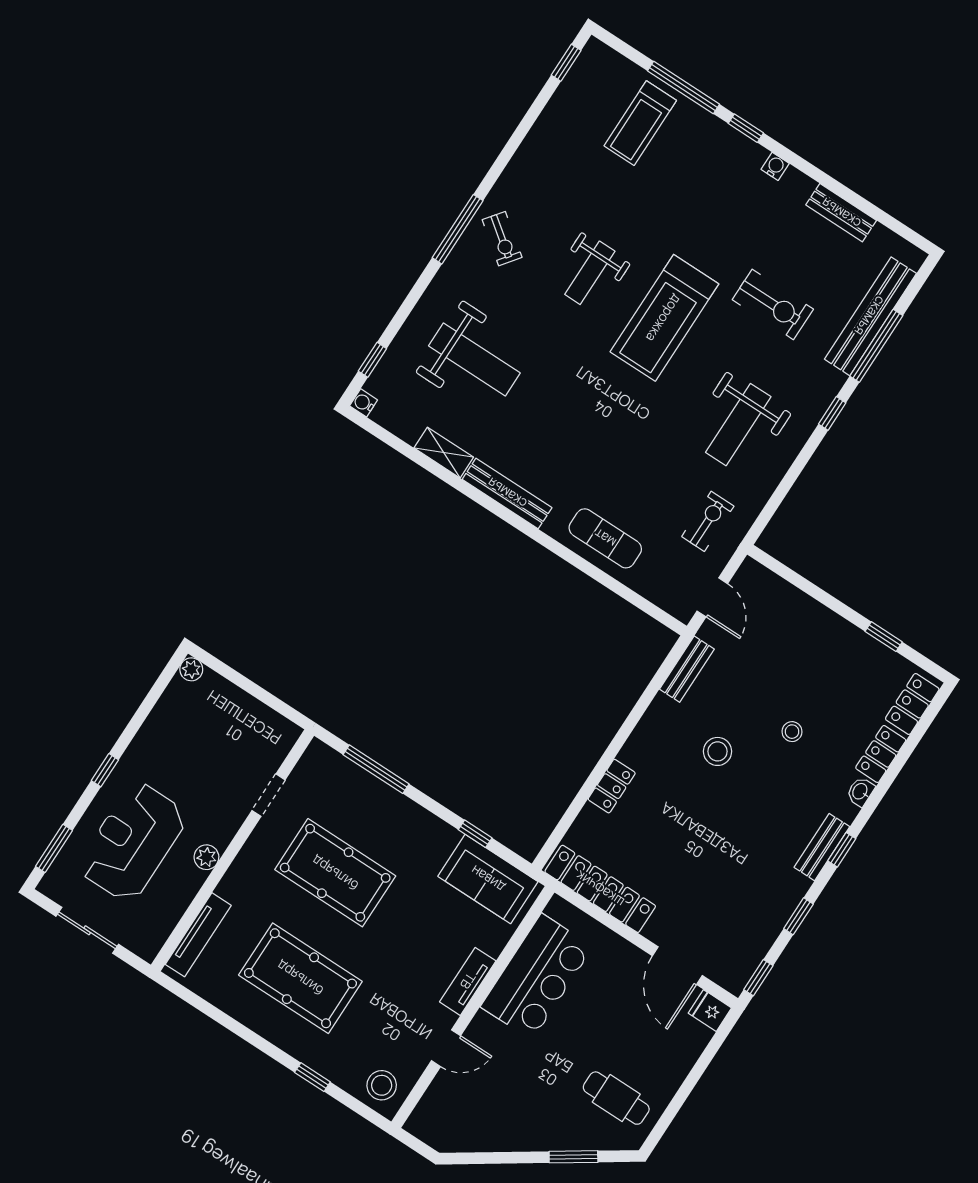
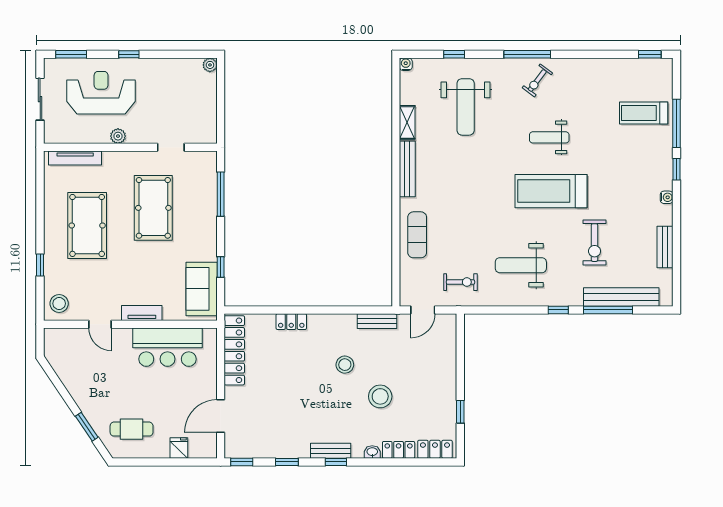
window: (372, 360) -> (454, 54), moved
stool: (792, 732) -> (380, 396), width x1.89, depth x1.89
fridge: (710, 1011) -> (179, 448), moved
cafe table: (616, 1098) -> (132, 429), turned 90

